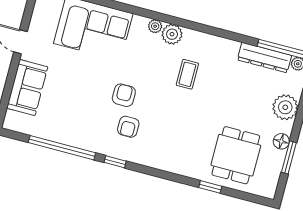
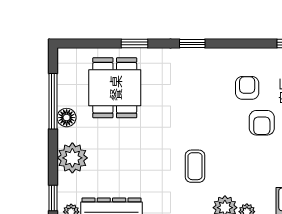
window: (289, 157) -> (53, 101), width x1.44
window: (115, 162) -> (192, 44), moved

